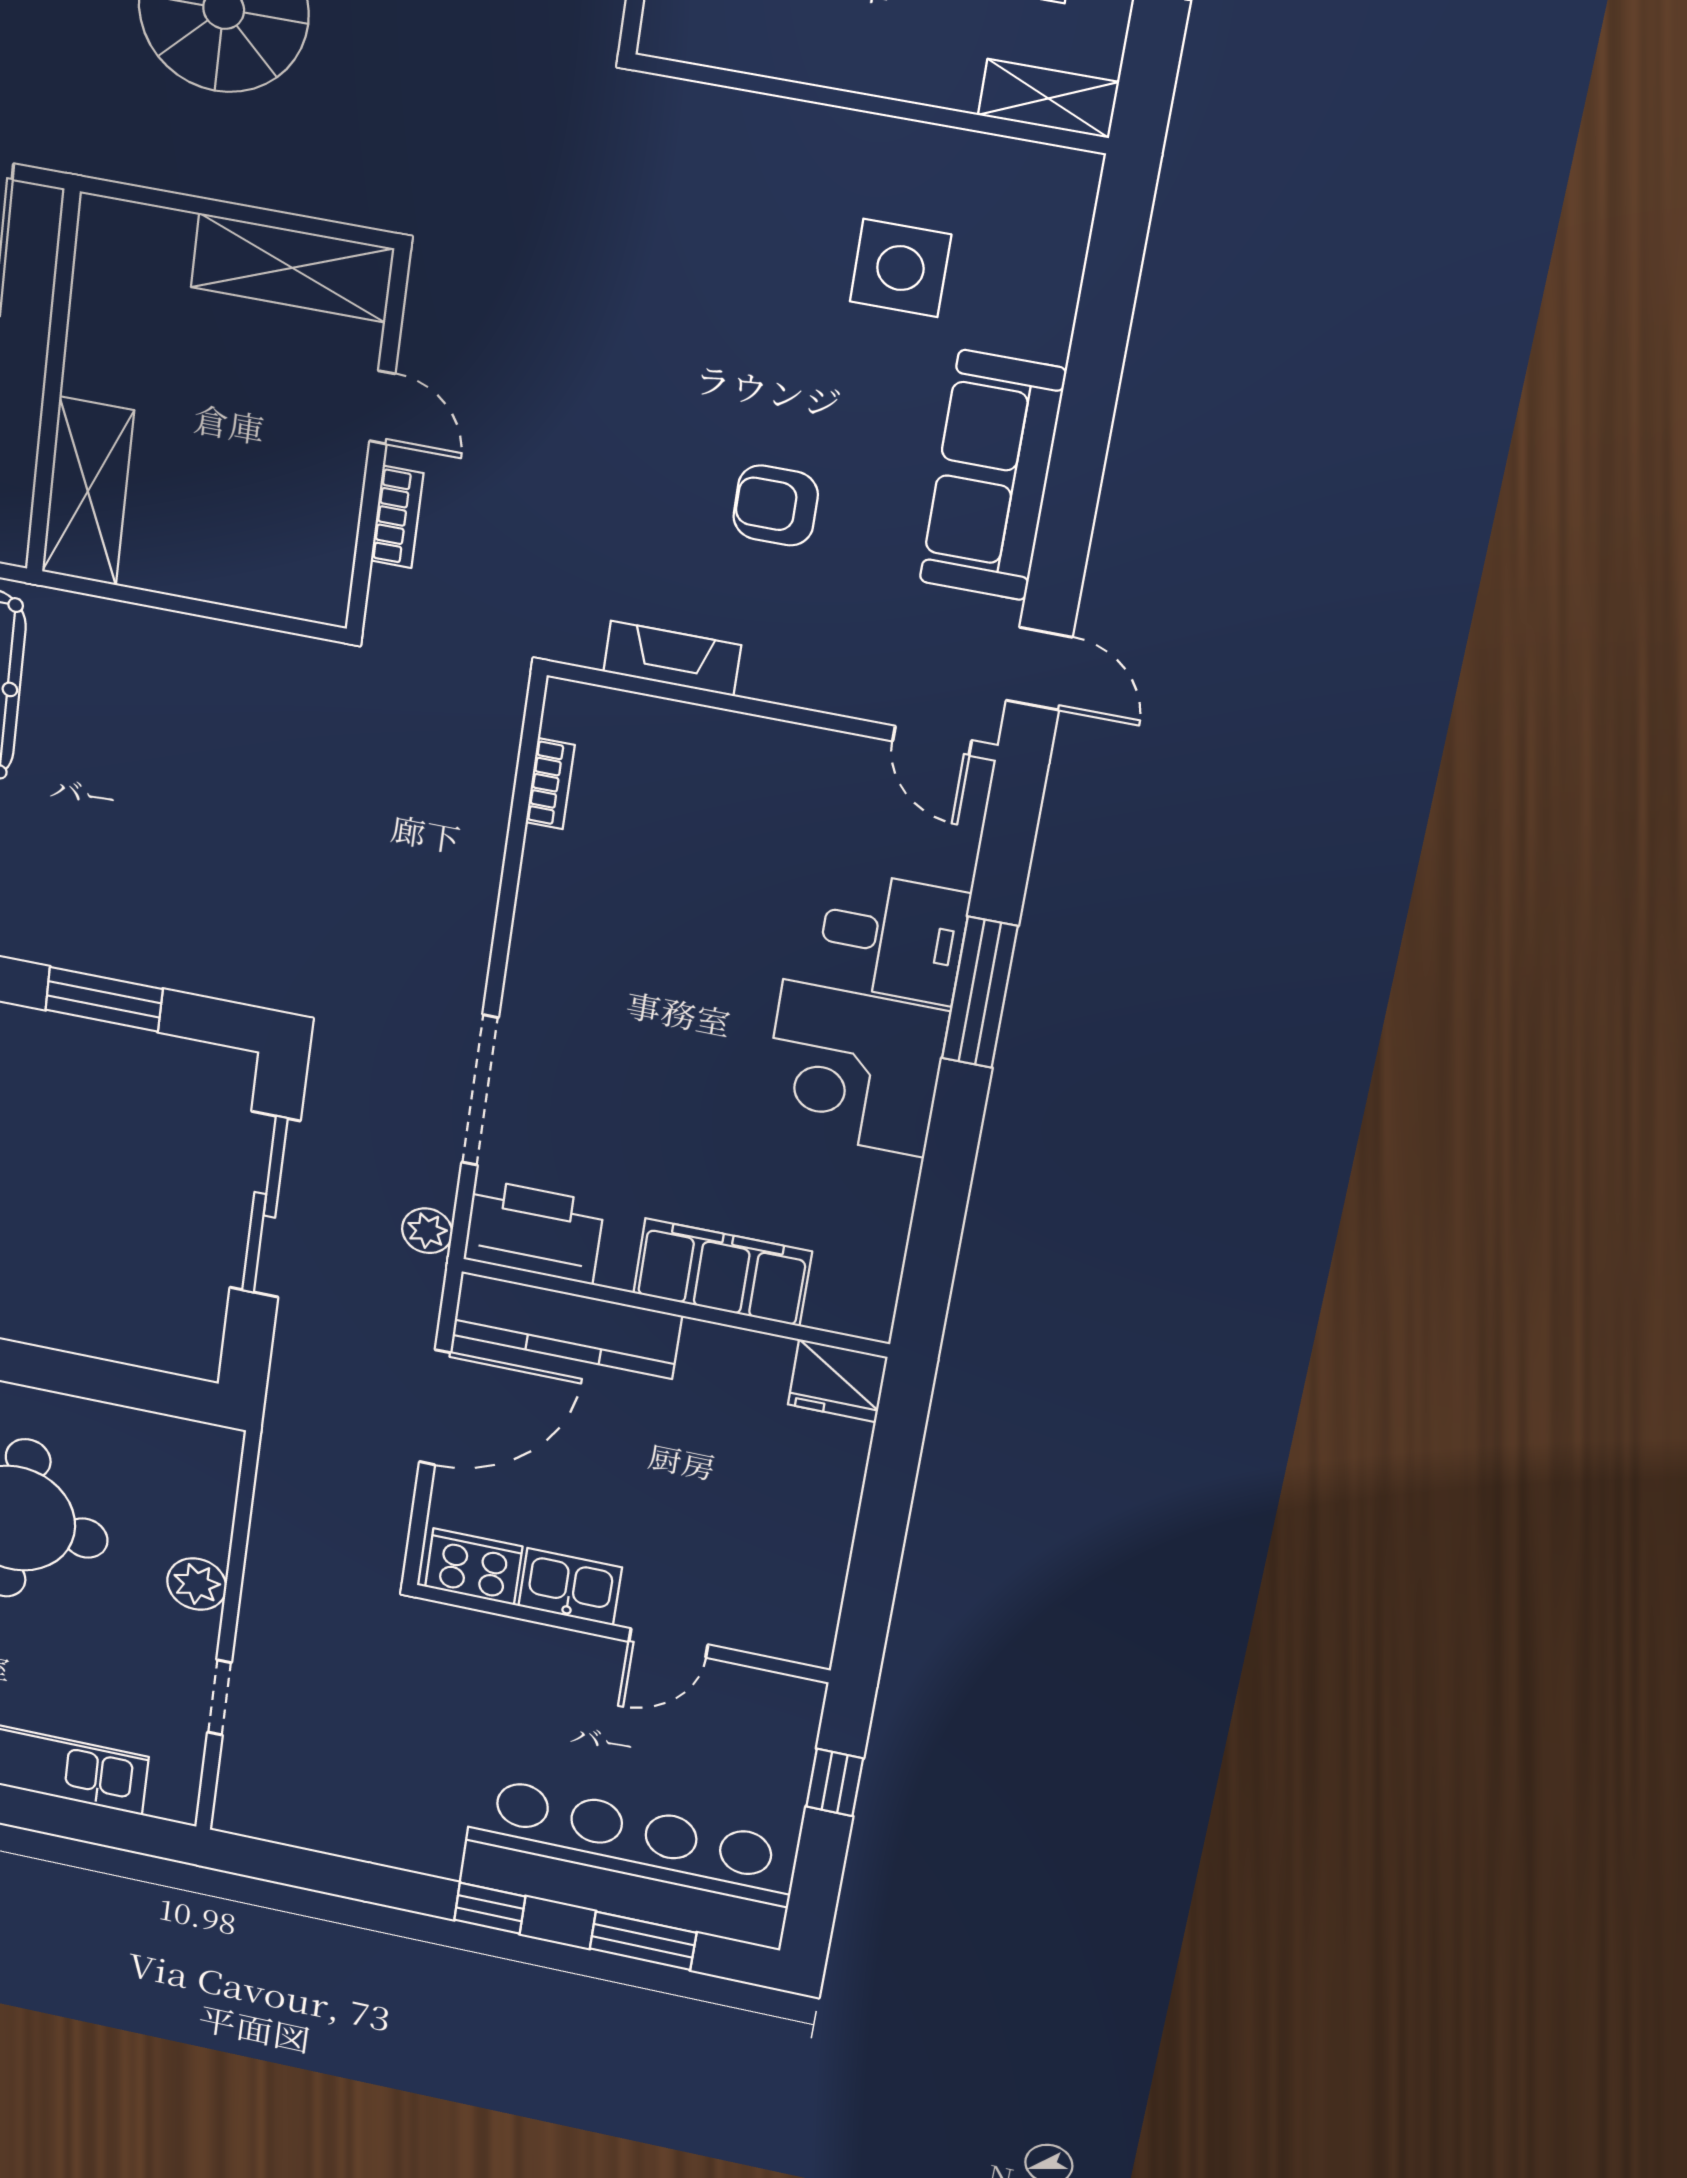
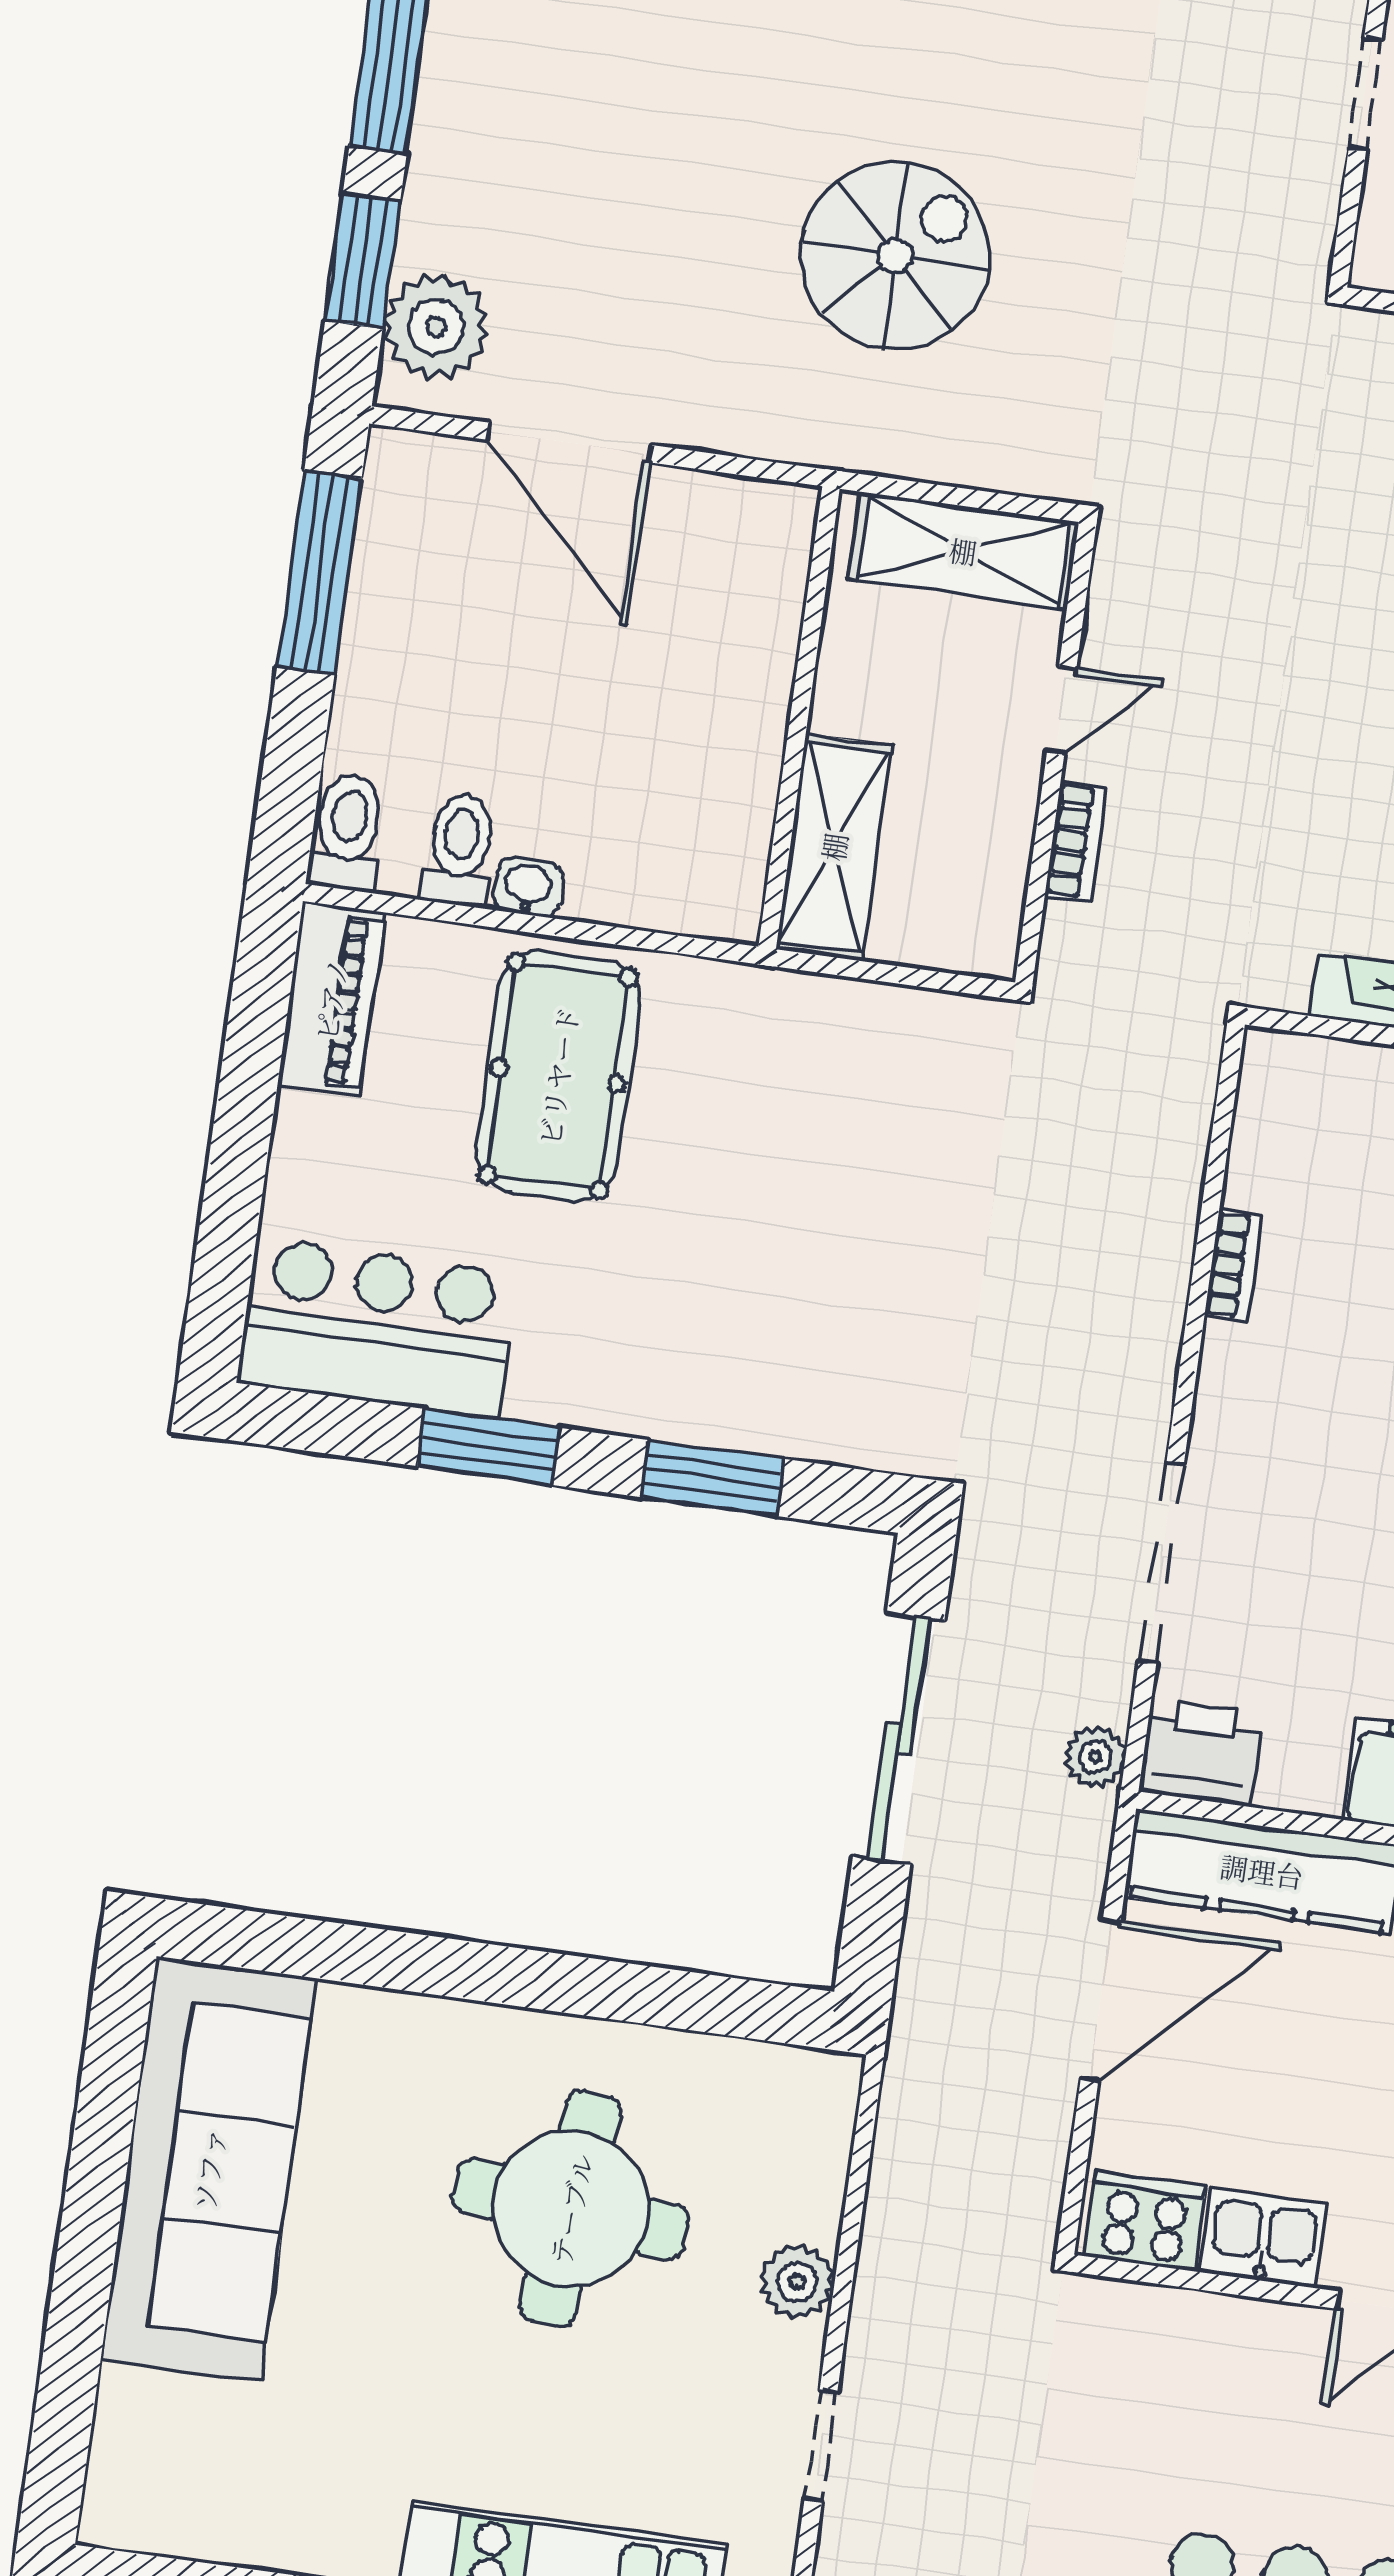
wall: (53, 383) -> (799, 718), moved
door: (382, 407) -> (1062, 710), hinge flipped
shelving: (88, 491) -> (834, 847), moved
bookcase: (550, 784) -> (1233, 1266), moved
printer: (534, 1231) -> (1201, 1753), width x0.73, depth x0.84

